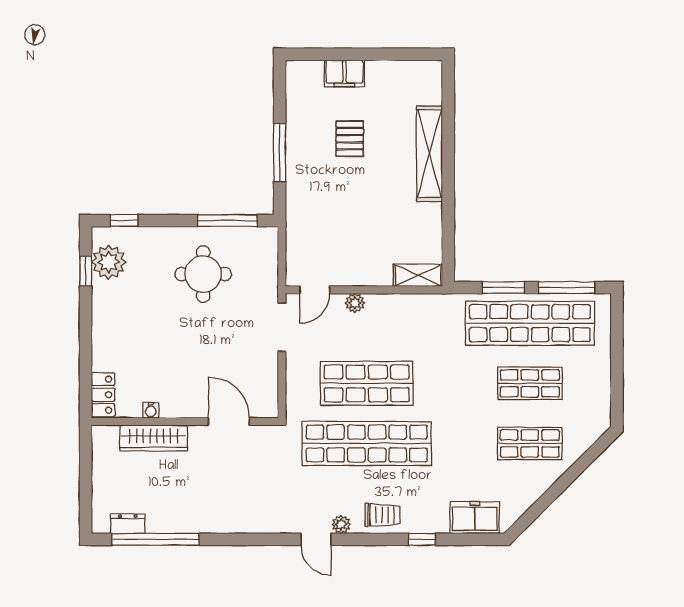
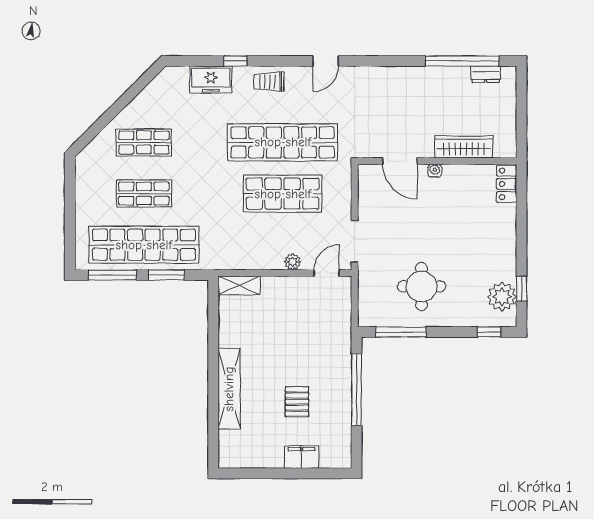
window: (280, 153) -> (357, 390), width x1.46
water cooler: (151, 410) -> (435, 171), moved
freezer: (475, 518) -> (211, 79), moved
plant: (341, 524) -> (304, 74), removed
door: (316, 539) -> (326, 61), swing flipped

